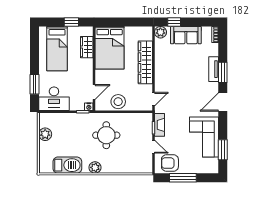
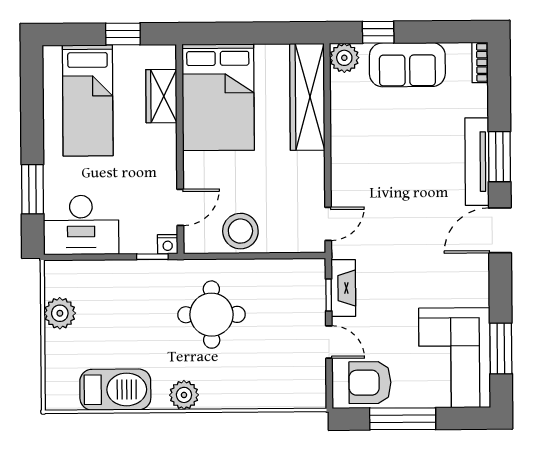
wardrobe: (145, 62) -> (307, 97), moved
tv unit: (214, 69) -> (477, 162), width x1.41
corner sofa: (204, 137) -> (455, 358), moved

